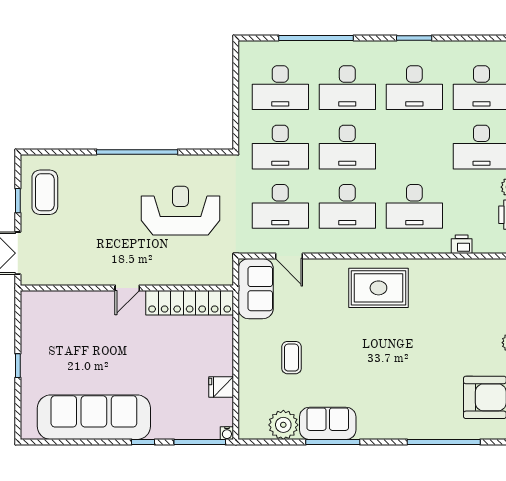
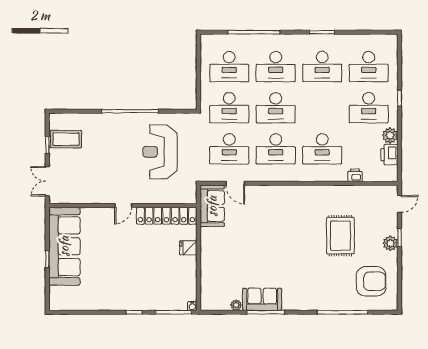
coffee table: (45, 192) -> (66, 139), turned 90
reception desk: (180, 211) -> (160, 152), turned -90
rug: (378, 288) -> (340, 236), moved, turned 90
coffee table: (291, 358) -> (237, 254), removed
fridge: (221, 387) -> (188, 248), moved
sofa: (94, 417) -> (64, 246), moved, turned 90
plant: (283, 425) -> (236, 305), width x0.53, depth x0.53

